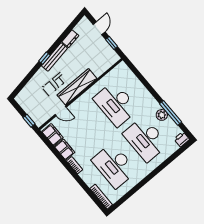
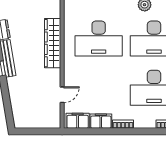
wardrobe: (77, 87) -> (53, 43), moved
window: (29, 121) -> (47, 131), removed

